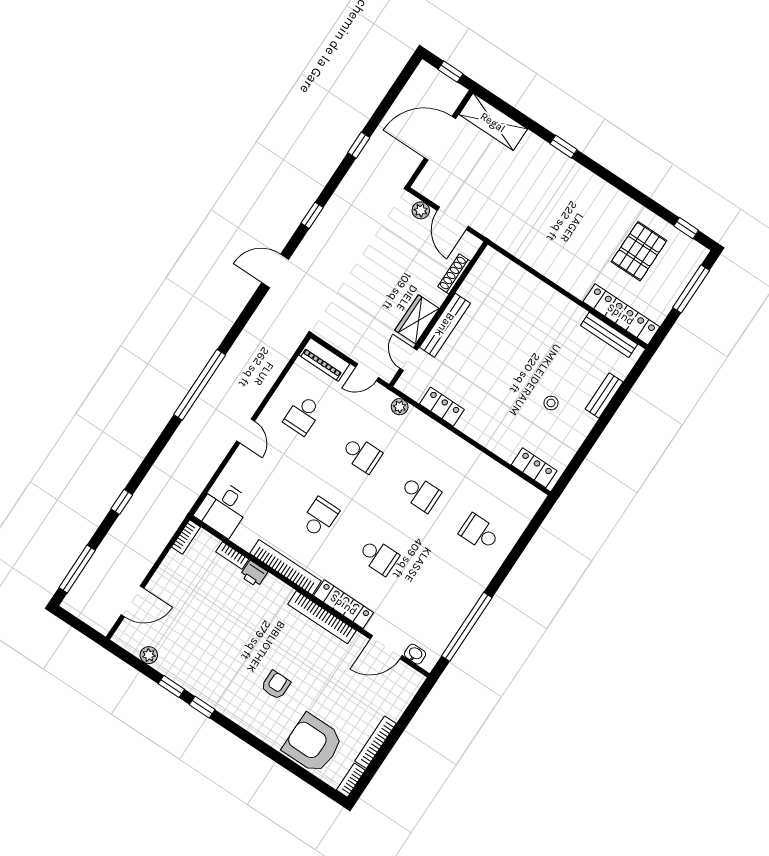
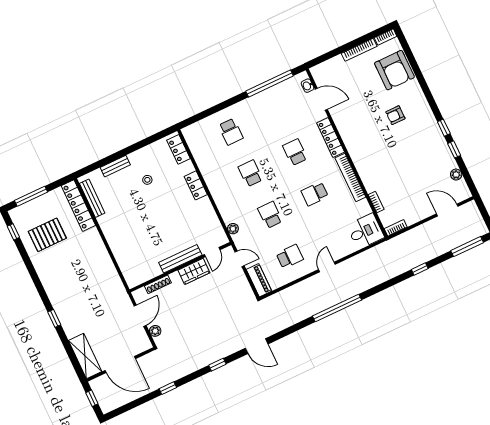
locker: (442, 407) -> (196, 185), moved
printer: (254, 574) -> (370, 185), removed
bookcase: (322, 617) -> (347, 137), removed

